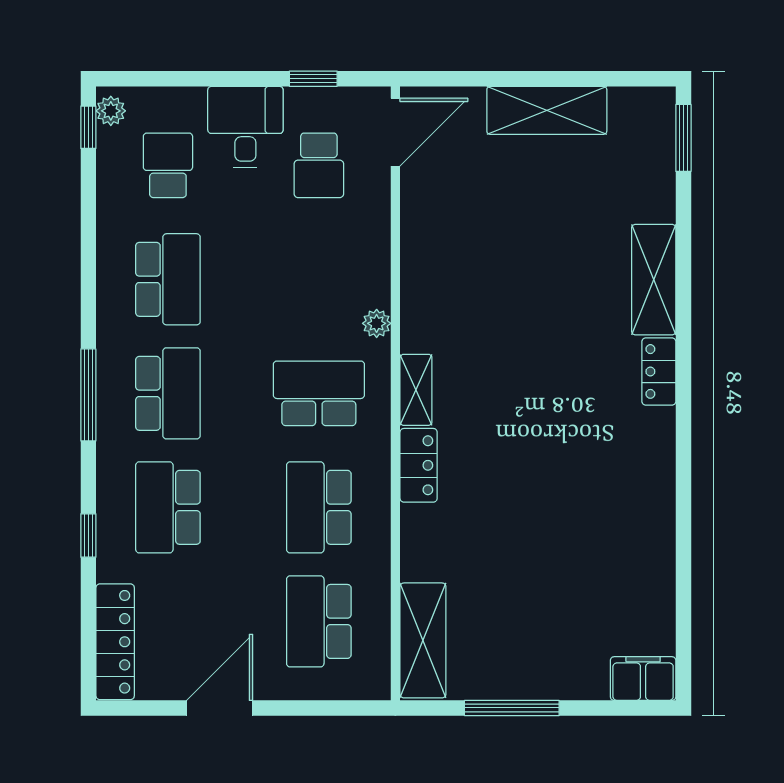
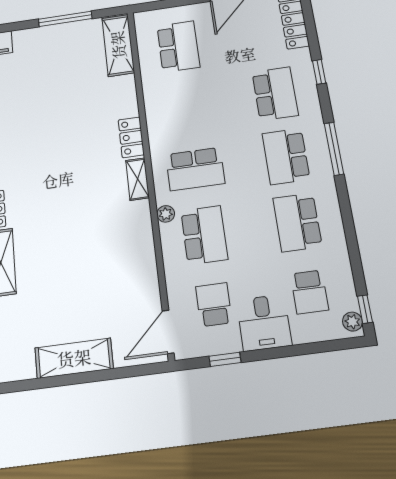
school desk: (319, 507) -> (204, 235), moved

